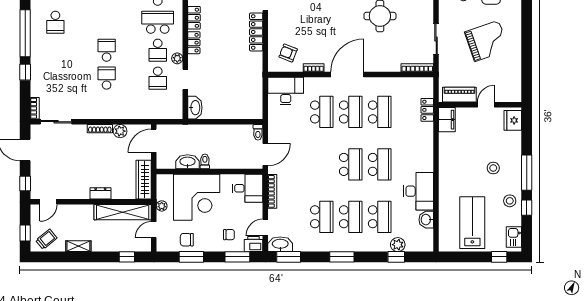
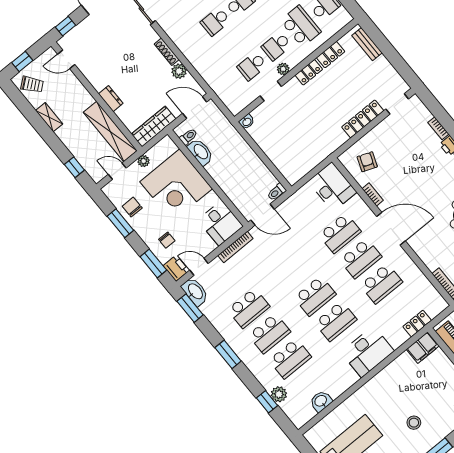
school desk: (107, 78) -> (215, 22), turned 180
washbasin: (195, 108) -> (247, 122), width x0.52, depth x0.69
toilet: (205, 161) -> (188, 137), moved
desk: (419, 191) -> (368, 352), moved

